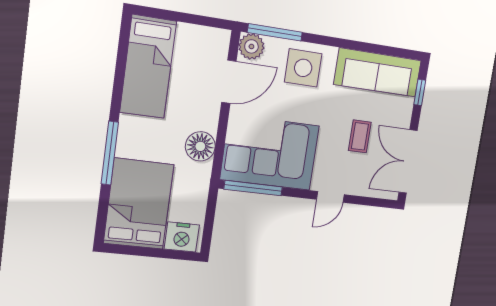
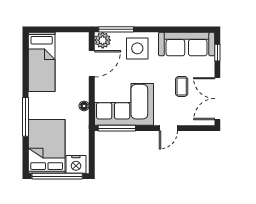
floor lamp: (200, 146) -> (84, 106), width x0.53, depth x0.53
window: (149, 252) -> (57, 176), added

